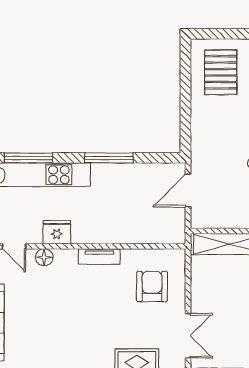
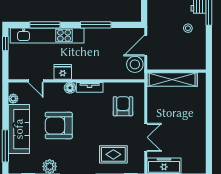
stool: (171, 220) -> (135, 64), added
floor lamp: (44, 257) -> (70, 88), moved
armchair: (50, 317) -> (59, 126), added

